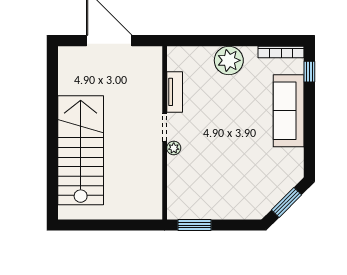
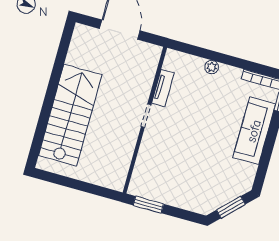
plant: (229, 60) -> (212, 67), width x0.53, depth x0.53
plant: (174, 148) -> (149, 135), removed

